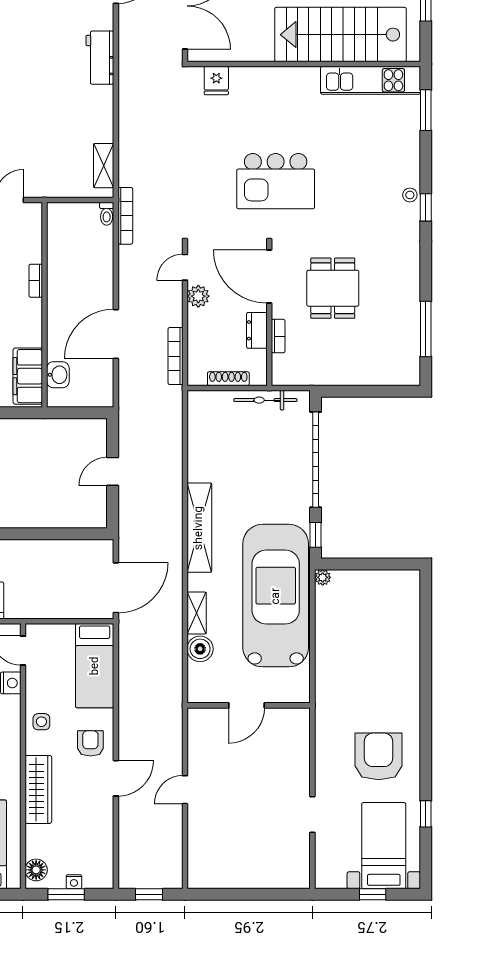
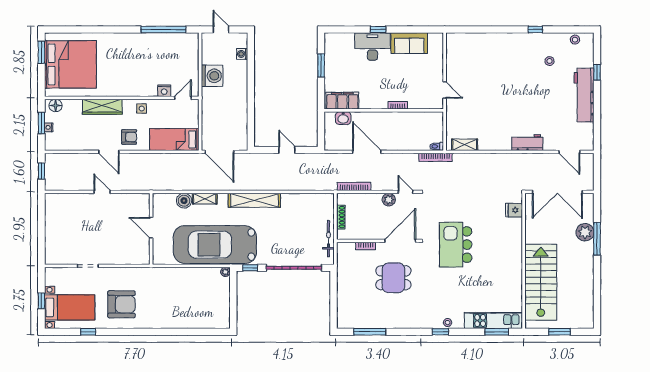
kitchen unit: (370, 80) -> (493, 320), moved, turned 90
dresser: (257, 330) -> (369, 234), removed
car: (276, 596) -> (215, 245), turned 180

